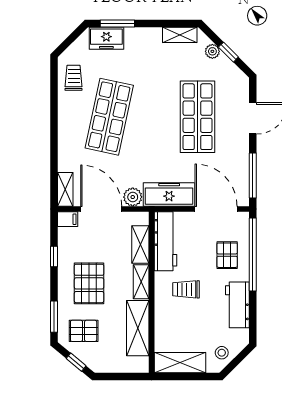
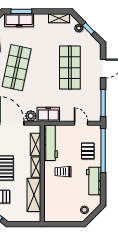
freezer: (106, 38) -> (19, 20), width x1.40
freezer: (169, 194) -> (48, 114), width x0.71
door: (216, 209) -> (81, 123), width x0.53
shelving: (180, 363) -> (59, 216), removed

